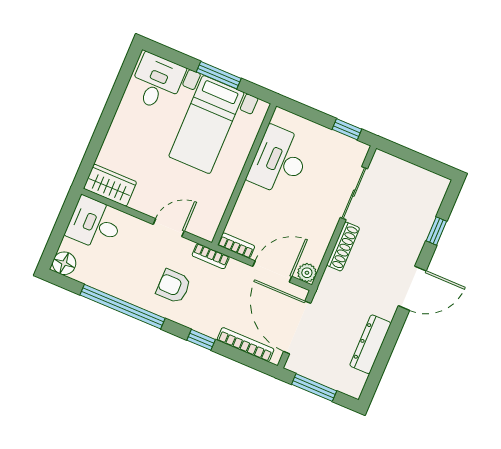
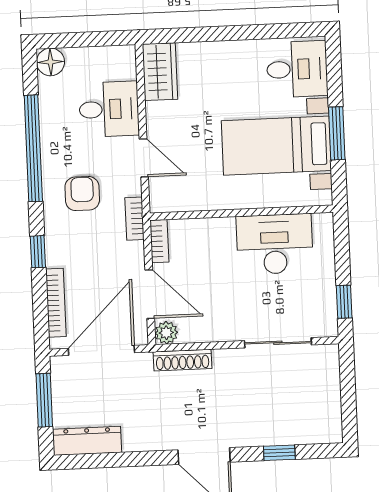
desk: (95, 224) -> (109, 109), moved, turned 90
shoe rack: (343, 246) -> (182, 360), moved
dresser: (370, 344) -> (87, 441), moved

